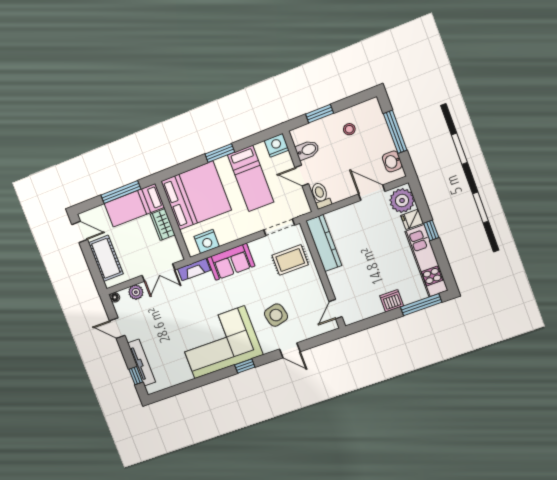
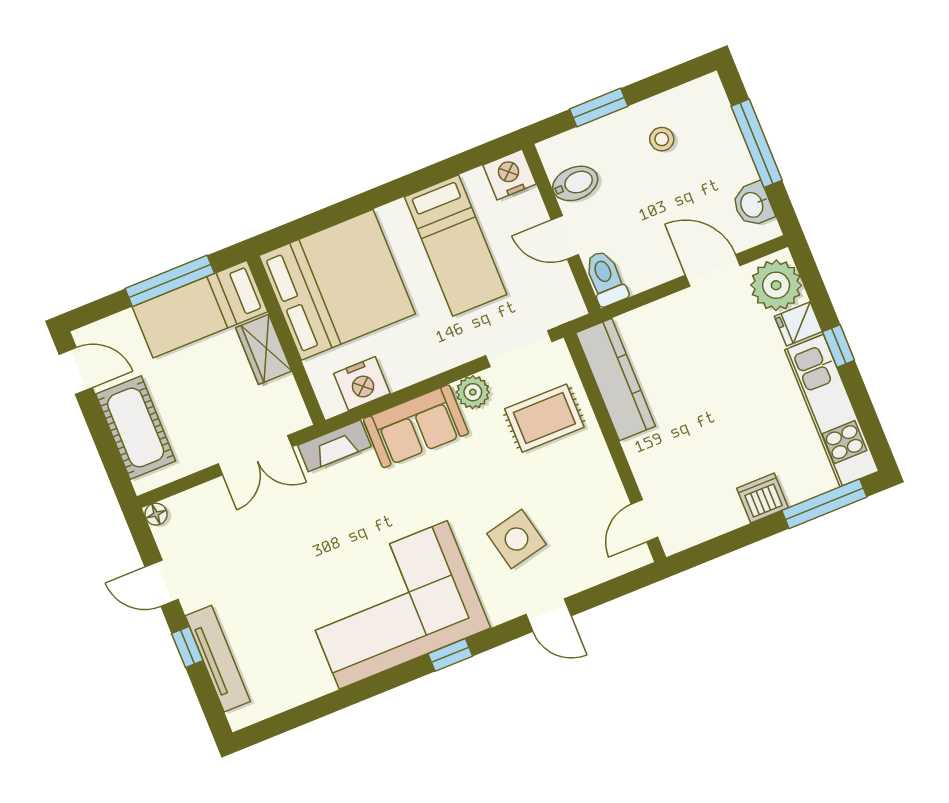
window: (220, 153) -> (388, 193), removed
plant: (136, 292) -> (473, 392), moved
window: (136, 376) -> (187, 647), moved

